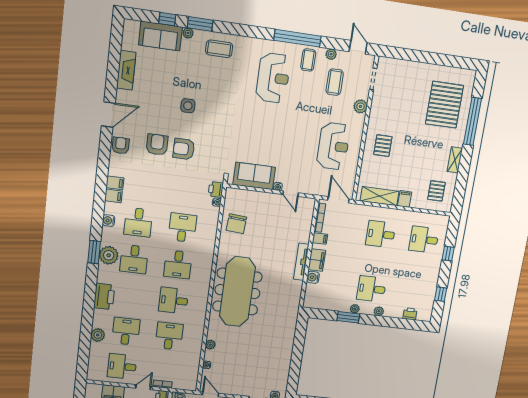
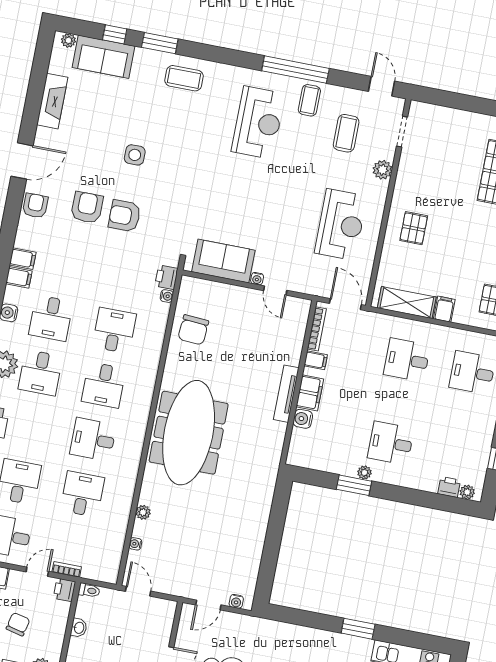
plant: (188, 33) -> (68, 40), moved
plant: (331, 54) -> (342, 94), removed
plant: (379, 311) -> (467, 492), moved

